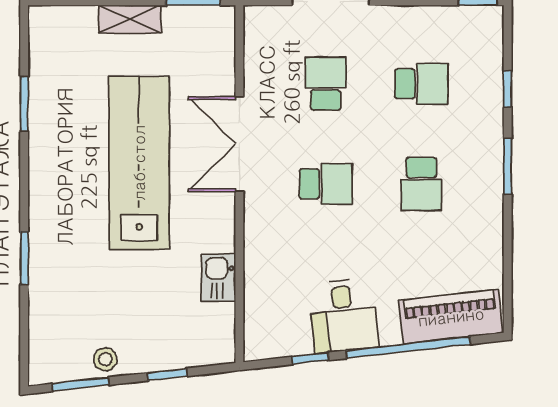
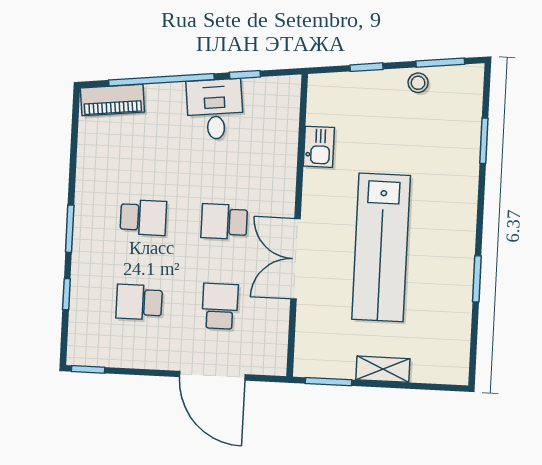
school desk: (326, 84) -> (220, 306), turned 180
window: (24, 104) -> (477, 279), moved
double door: (239, 144) -> (295, 259), swing flipped
school desk: (421, 184) -> (143, 217), turned 90
window: (24, 258) -> (484, 141), moved
piano: (451, 317) -> (112, 100), width x0.73, depth x0.75

